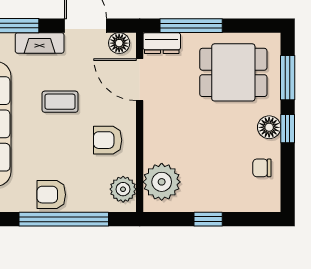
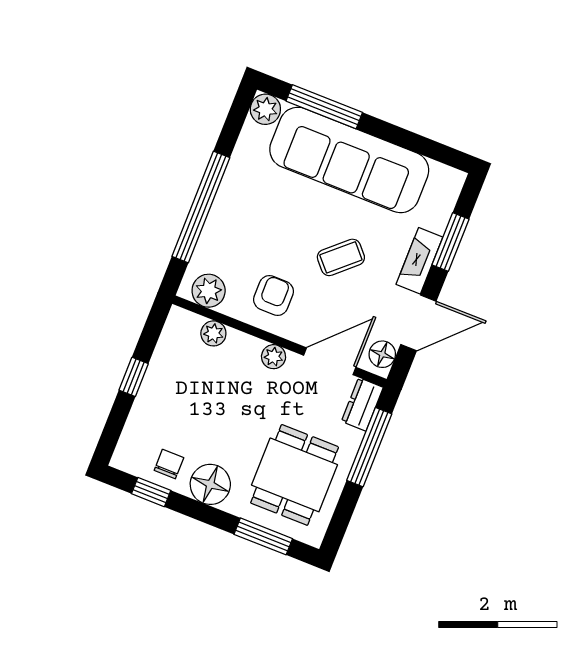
coffee table: (60, 102) -> (341, 257), turned 48
plant: (153, 122) -> (274, 357), added
floor lamp: (269, 127) -> (210, 484), width x1.38, depth x1.38
window: (288, 129) -> (151, 492), moved
plant: (162, 182) -> (213, 333), width x0.53, depth x0.53
armchair: (51, 195) -> (236, 204), removed

